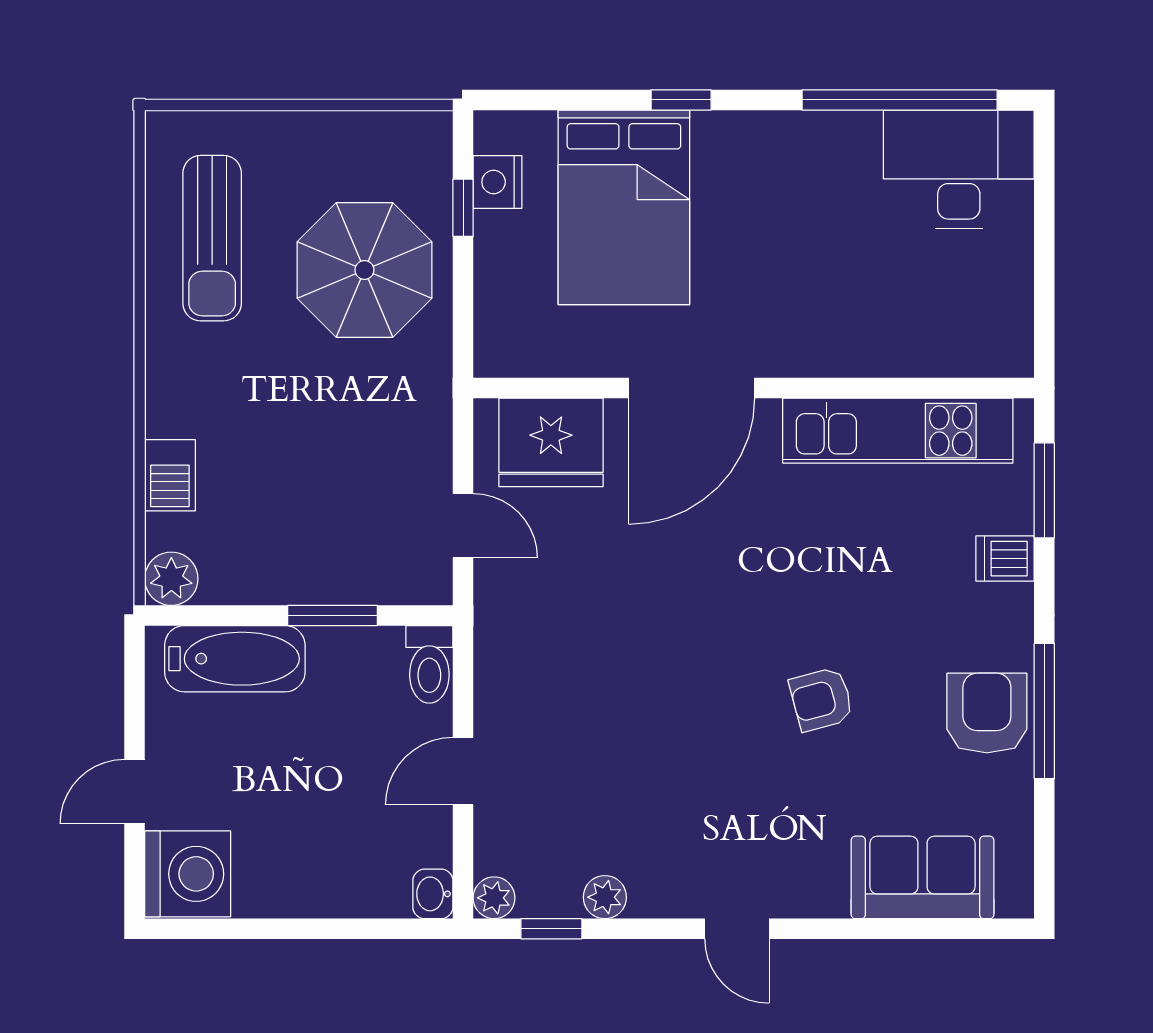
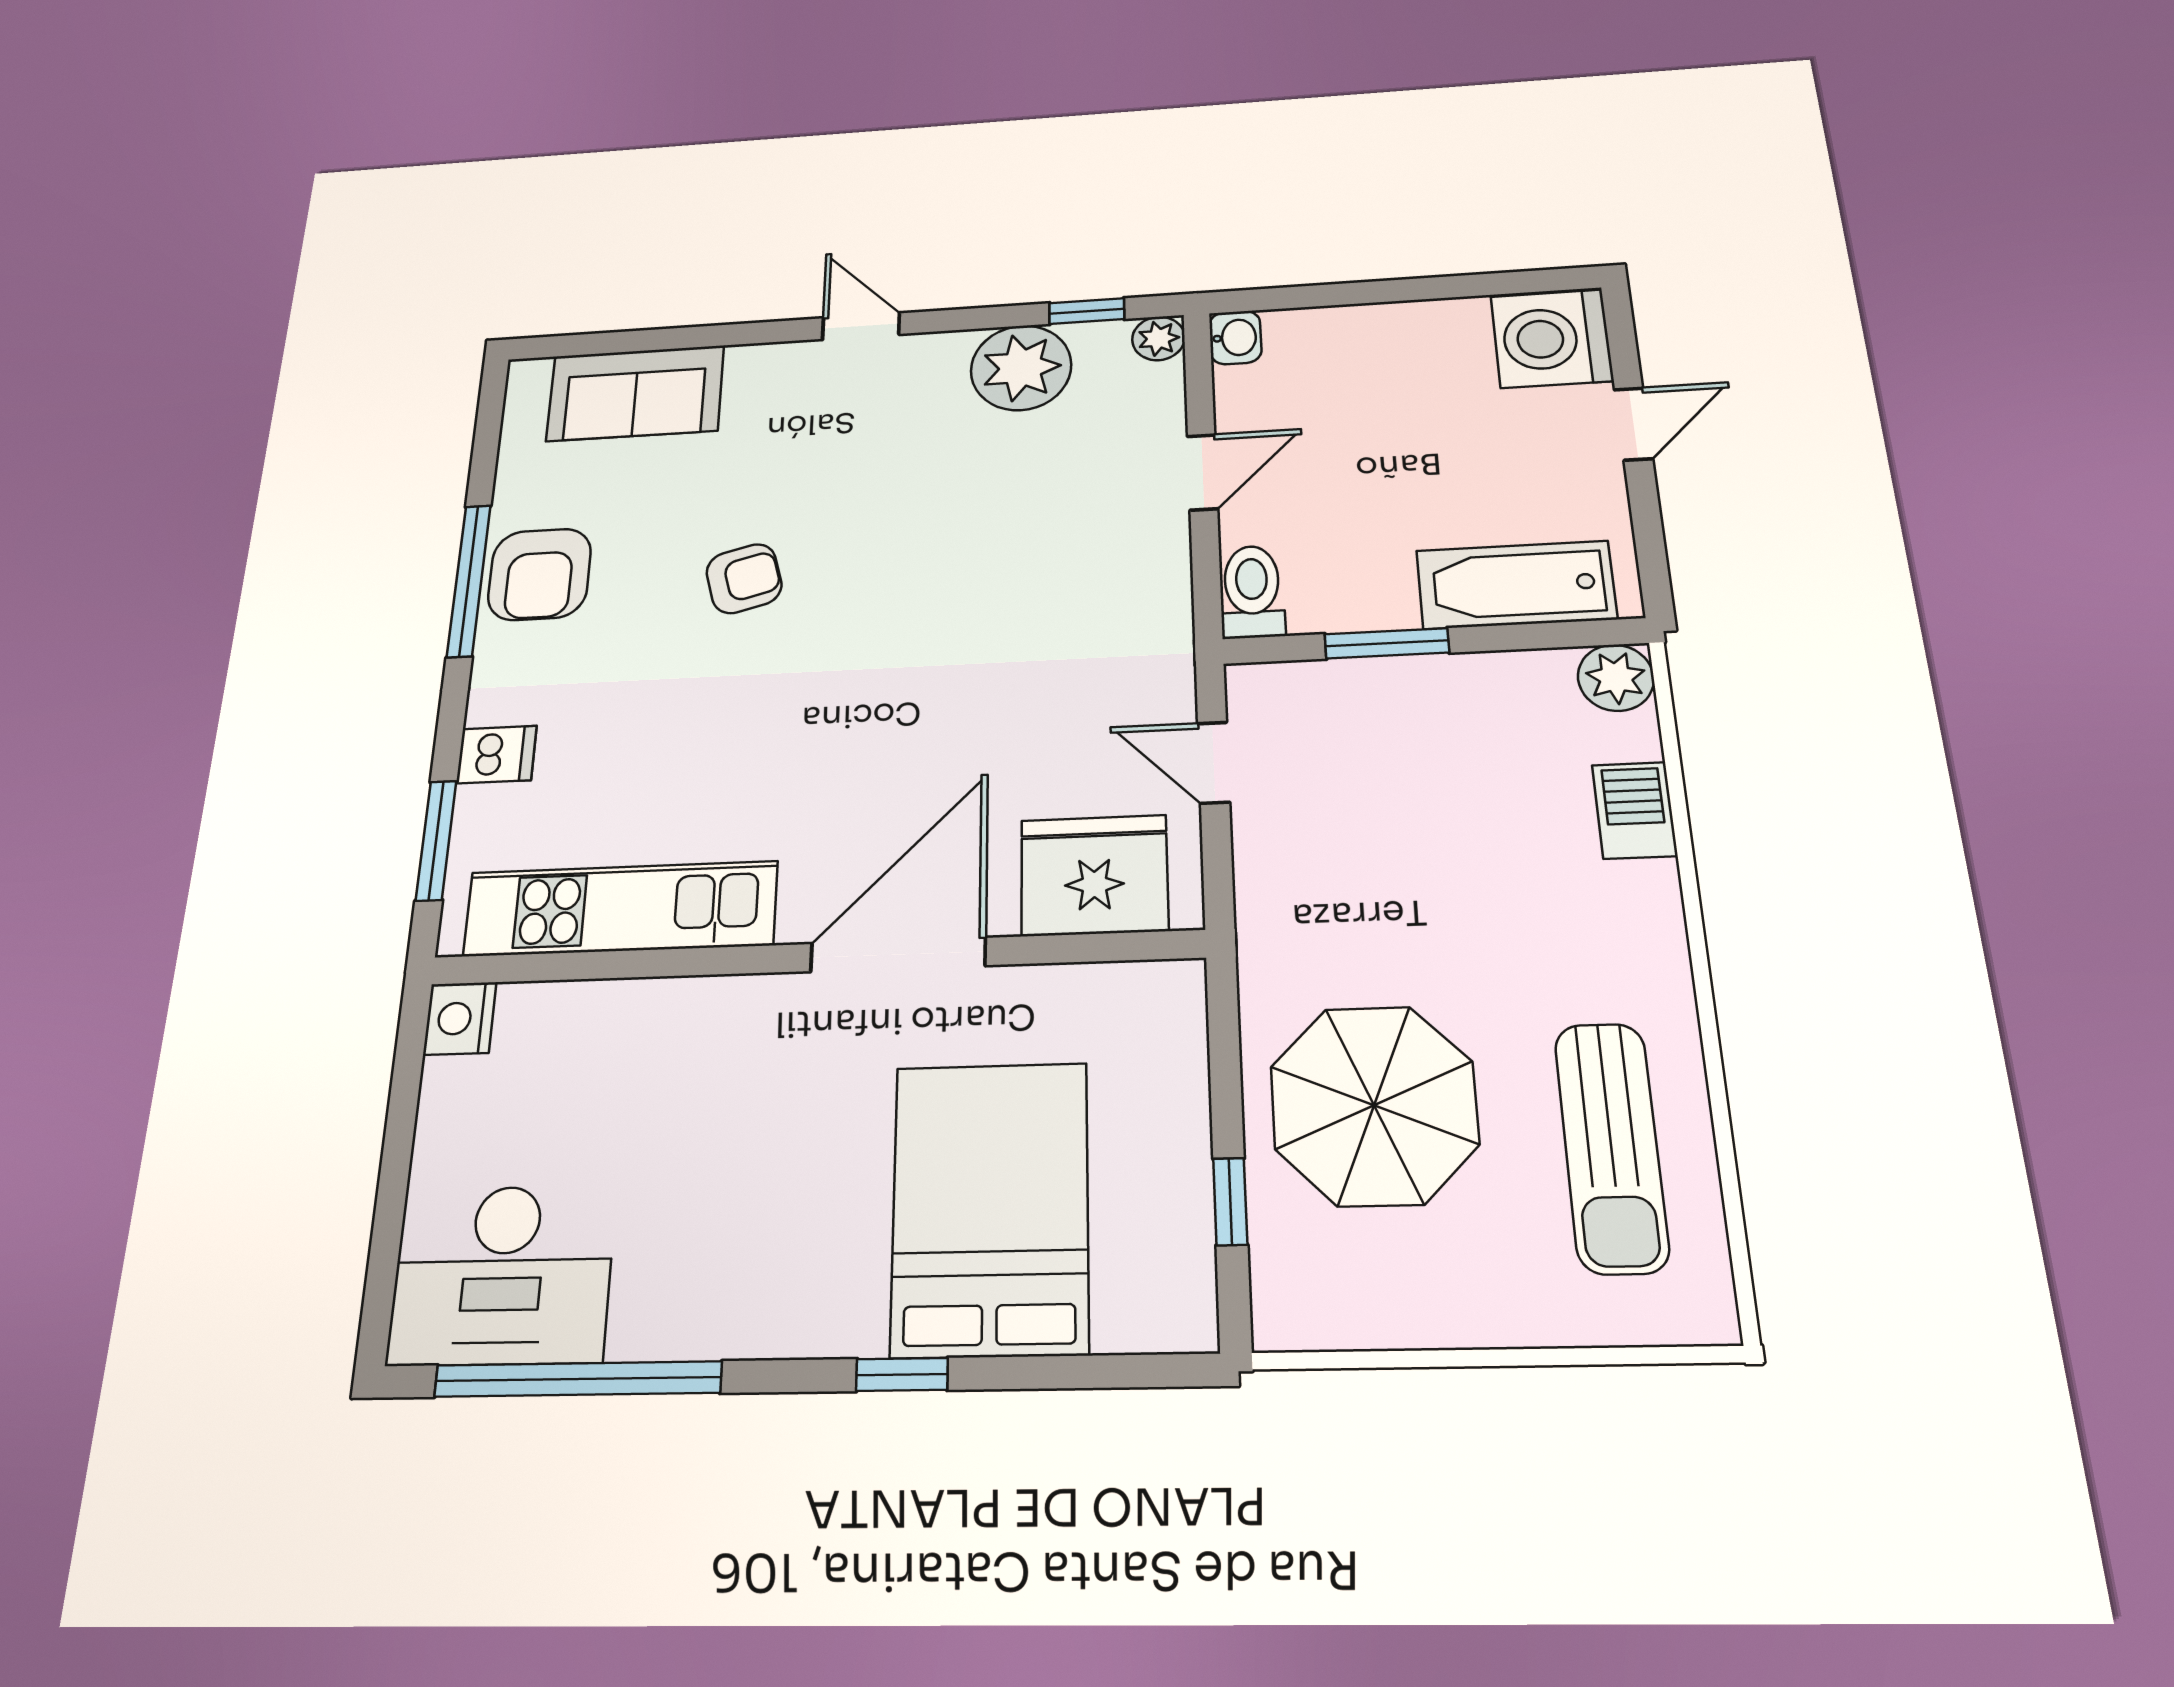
nightstand: (497, 182) -> (460, 1018), moved, turned 180
sun lounger: (212, 238) -> (1611, 1147), turned 180
plant: (605, 897) -> (1021, 368), width x1.87, depth x1.87

